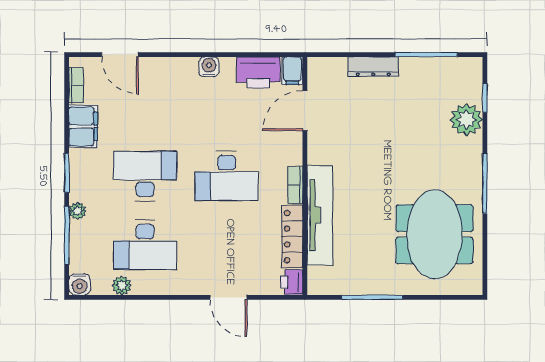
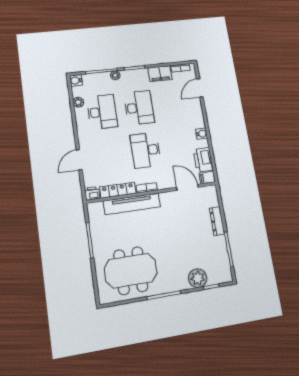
desk: (145, 245) -> (102, 112), turned 180

